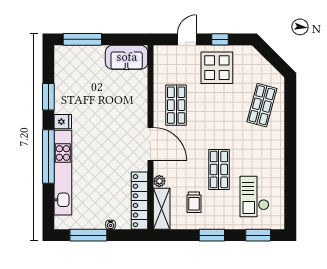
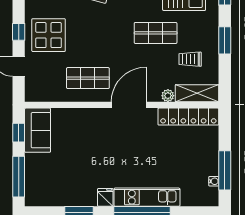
window: (124, 39) -> (19, 133), added
kitchen unit: (63, 173) -> (147, 197), width x0.73
trolley: (194, 202) -> (190, 59), turned 180
water cooler: (111, 225) -> (214, 181), moved

